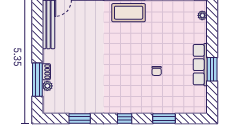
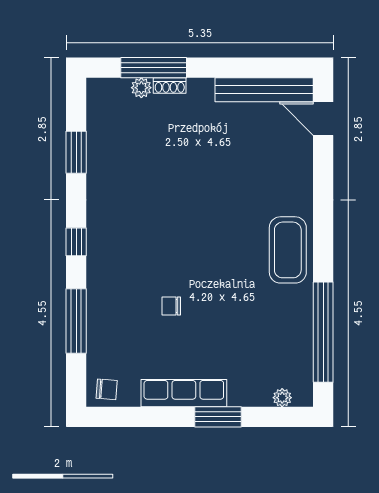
window: (212, 69) -> (218, 417), moved
chair: (198, 103) -> (107, 389), added
window: (164, 119) -> (76, 321), width x1.44

